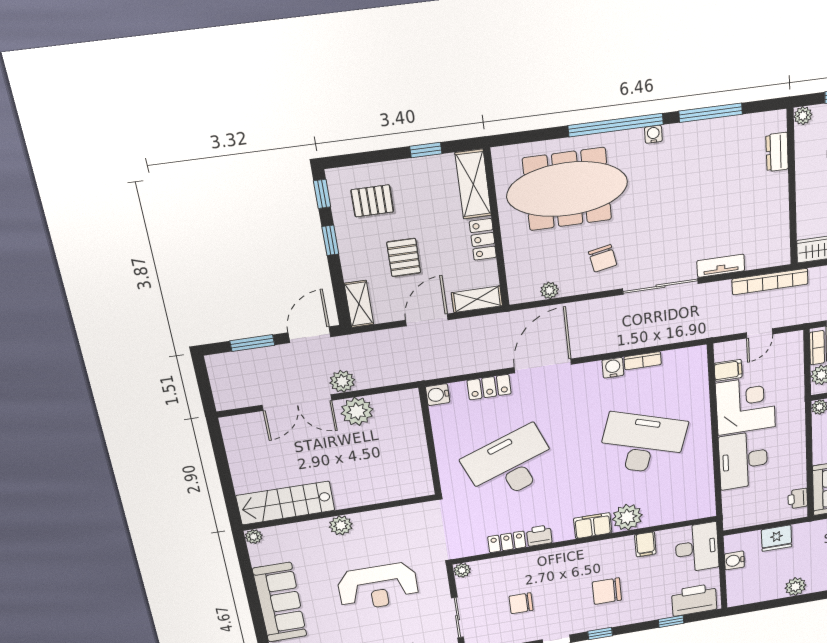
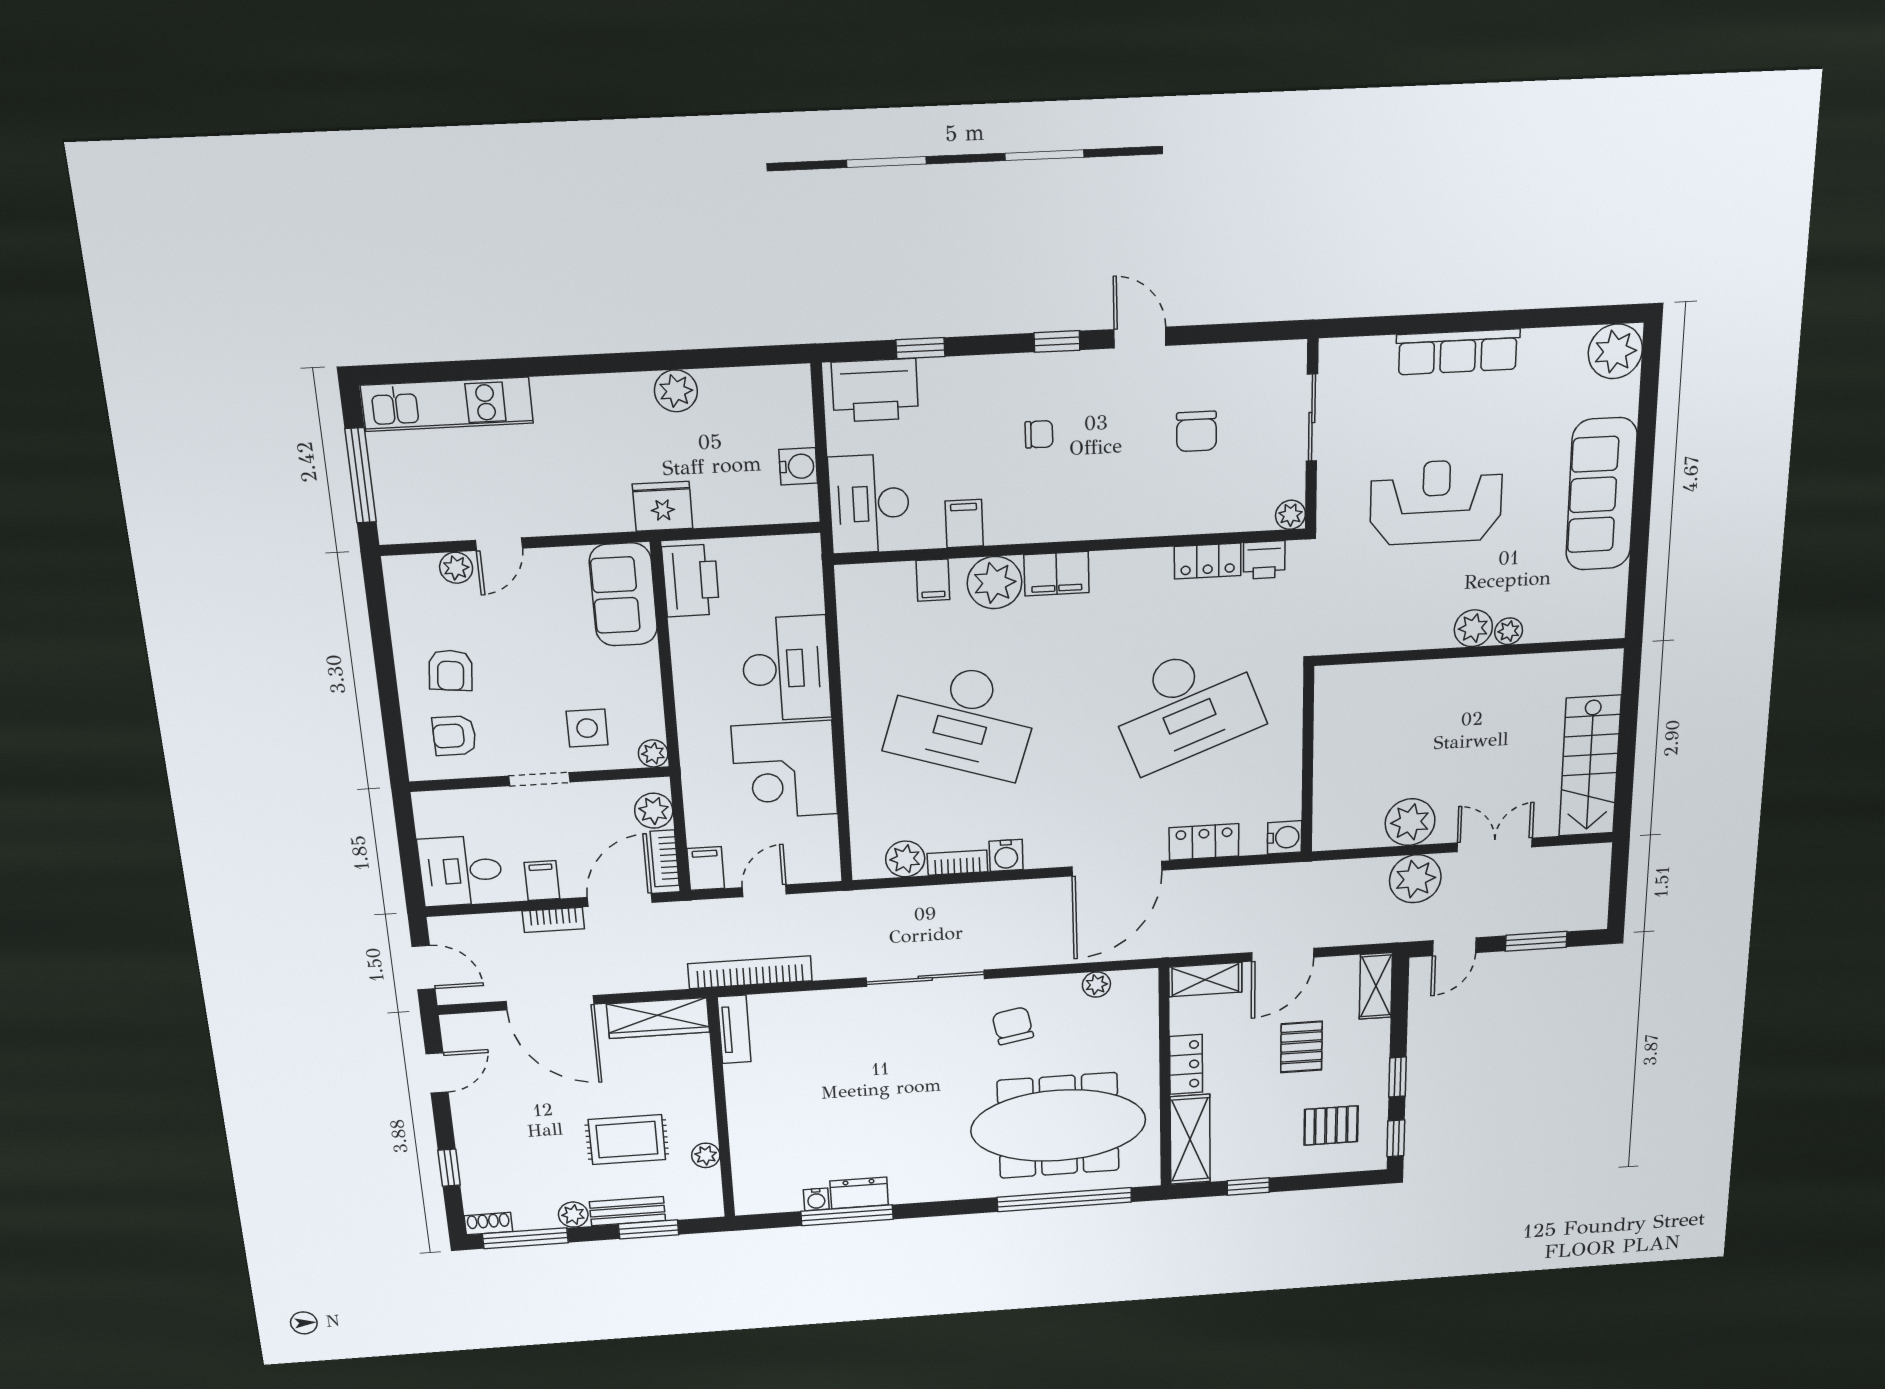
plant: (803, 116) -> (706, 1155), moved
window: (616, 125) -> (1064, 1200), moved
water cooler: (653, 134) -> (816, 1199), moved
dresser: (777, 152) -> (859, 1193), moved, turned -90
tv unit: (721, 266) -> (734, 1029), moved, turned -90
door: (309, 335) -> (1454, 947), width x0.73
plant: (675, 360) -> (905, 859), added
filing cabinet: (728, 370) -> (706, 868), moved, turned 90
plant: (342, 381) -> (1415, 879), width x1.36, depth x1.36
double door: (297, 403) -> (1495, 845), width x0.73
printer: (798, 499) -> (691, 581), width x1.87, depth x1.48
stairs: (286, 503) -> (1590, 766), moved, turned 90
filing cabinet: (662, 514) -> (933, 580), added
printer: (539, 536) -> (1264, 560), moved
plant: (254, 537) -> (1509, 631), moved
fridge: (777, 538) -> (663, 506), moved
chair: (607, 591) -> (1039, 434), width x0.54, depth x0.54
chair: (521, 603) -> (1196, 431), turned 90

